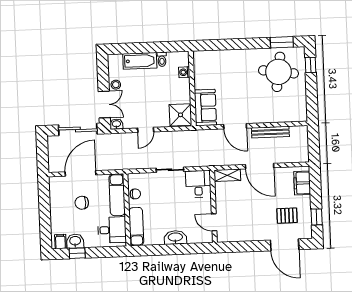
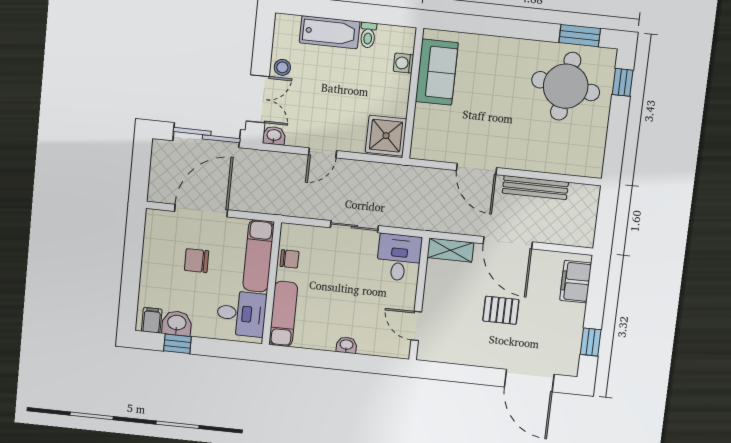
sofa: (205, 108) -> (437, 72), moved
pallet: (287, 216) -> (501, 310), moved
washbasin: (175, 237) -> (346, 345), width x0.52, depth x0.69

